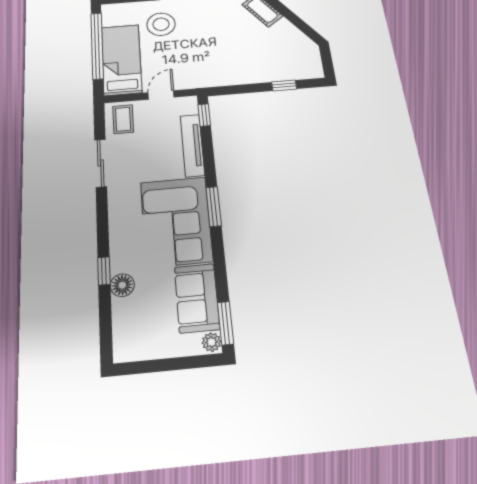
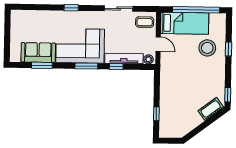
window: (204, 115) -> (116, 66), moved
window: (104, 271) -> (71, 8), moved
floor lamp: (122, 285) -> (49, 16), removed
window: (225, 323) -> (42, 65), moved
plant: (211, 342) -> (149, 59), moved

